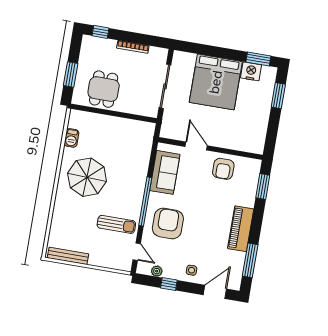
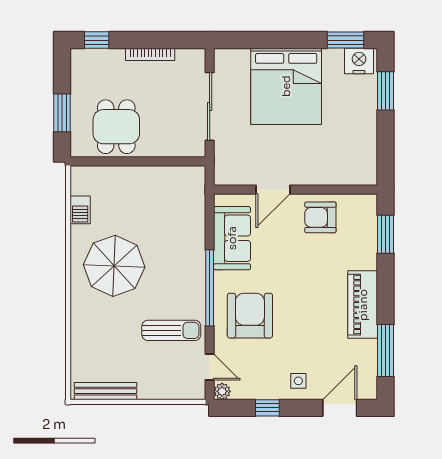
nightstand: (251, 71) -> (359, 61), moved
door: (196, 146) -> (273, 190), swing flipped
armchair: (223, 169) -> (320, 217), turned 90
plant: (157, 271) -> (222, 391), moved

